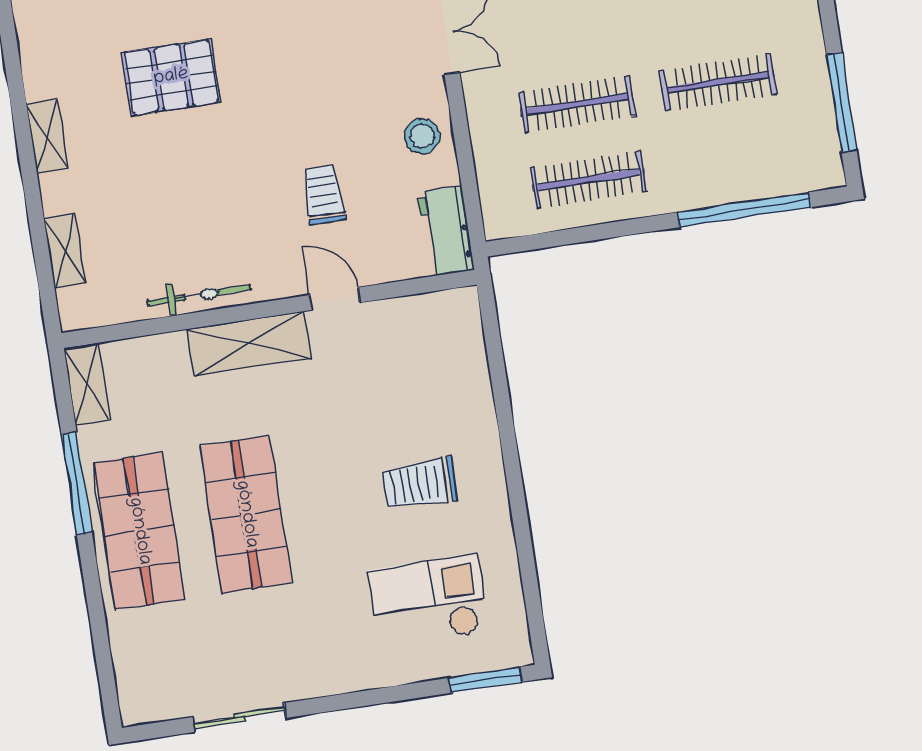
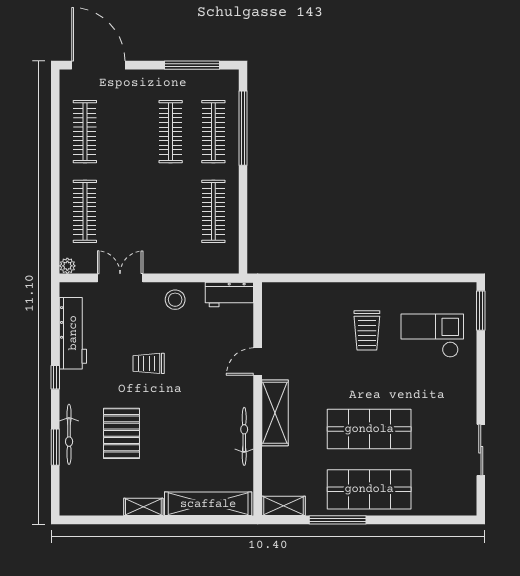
clothes rail: (577, 104) -> (213, 132), moved
trolley: (324, 195) -> (149, 363), moved
shelving: (65, 251) -> (208, 504), width x2.20, depth x1.33
checkout: (428, 601) -> (432, 336), turned 90

